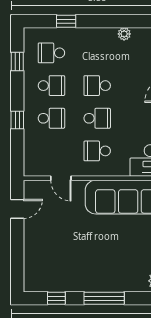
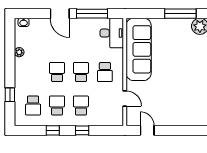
window: (17, 61) -> (53, 130), moved
school desk: (97, 86) -> (57, 72), turned 180
door: (61, 178) -> (125, 99), hinge flipped

